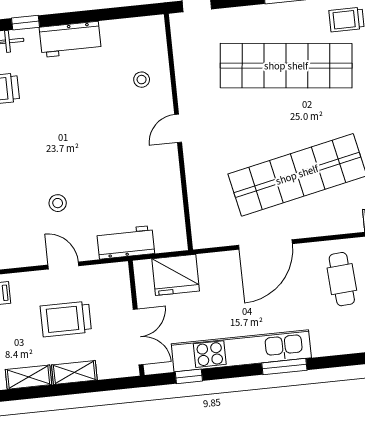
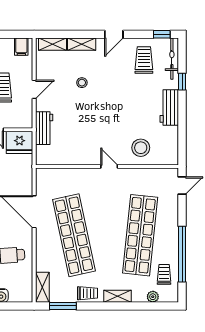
stool: (142, 80) -> (141, 148), width x1.89, depth x1.89
stool: (58, 203) -> (82, 83), moved
fridge: (176, 275) -> (19, 142), moved, turned -90

